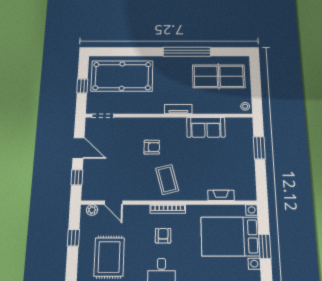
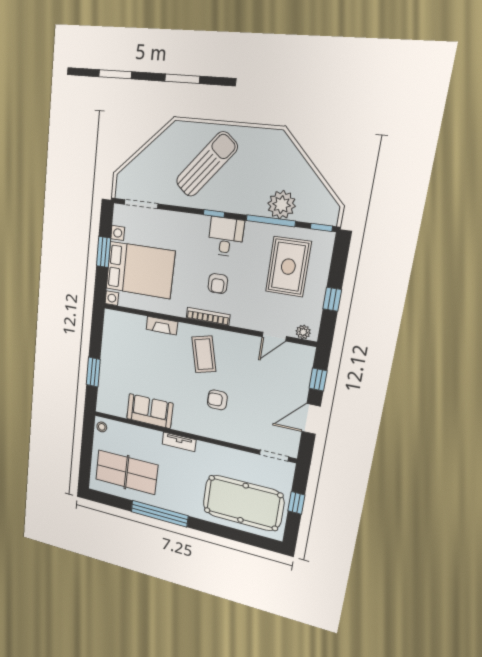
door: (79, 148) -> (311, 419), hinge flipped
fireplace: (221, 195) -> (162, 326), moved
door: (114, 203) -> (274, 337), swing flipped

